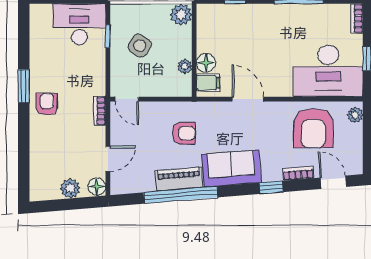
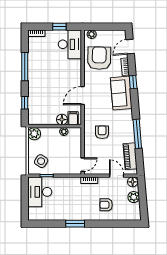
side table: (140, 46) -> (41, 161), moved
desk: (328, 71) -> (70, 44), width x0.73, depth x0.77
armchair: (47, 104) -> (106, 205), moved
armchair: (313, 128) -> (99, 58), turned -89
sofa: (231, 168) -> (121, 93), moved
piano: (179, 179) -> (130, 156), moved
window: (181, 195) -> (137, 134), width x0.68

